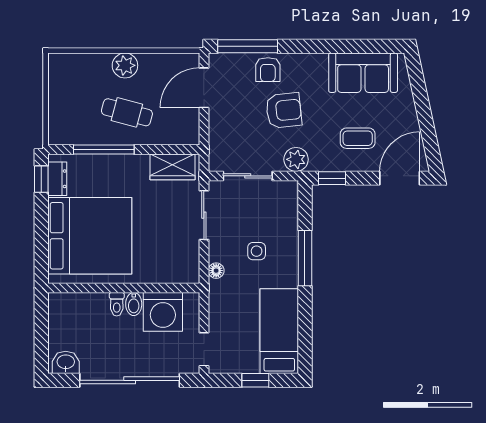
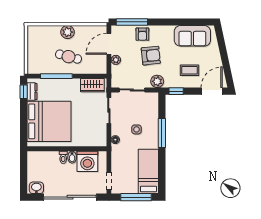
plant: (217, 119) -> (116, 60), added
window: (255, 380) -> (136, 197), width x2.17

